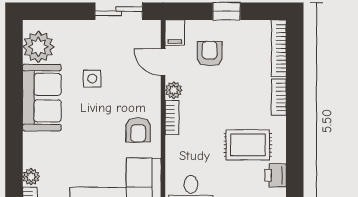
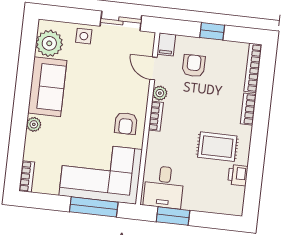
side table: (92, 79) -> (84, 36), moved
plant: (31, 177) -> (34, 124), moved

